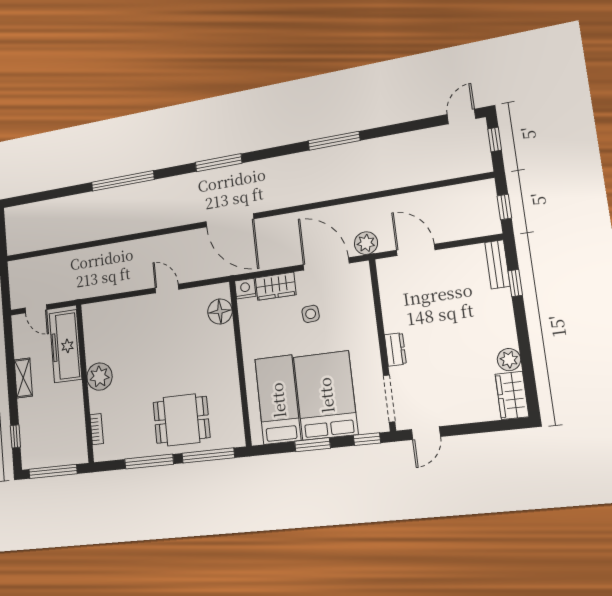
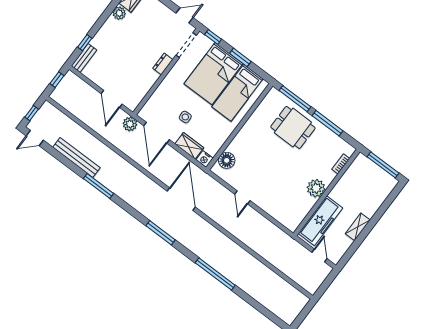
bench: (390, 145) -> (76, 158), added
window: (15, 436) -> (388, 201), removed

